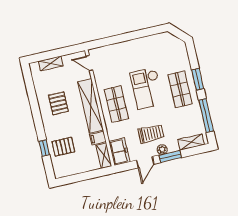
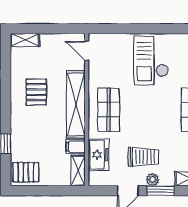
shelving: (51, 63) -> (25, 40), moved
checkout: (147, 88) -> (151, 61), moved
pallet: (63, 147) -> (26, 172), moved
freezer: (119, 152) -> (98, 155), moved

